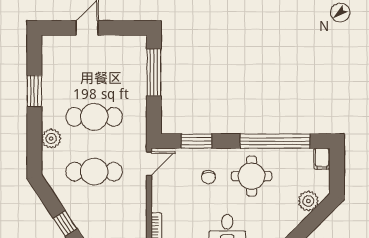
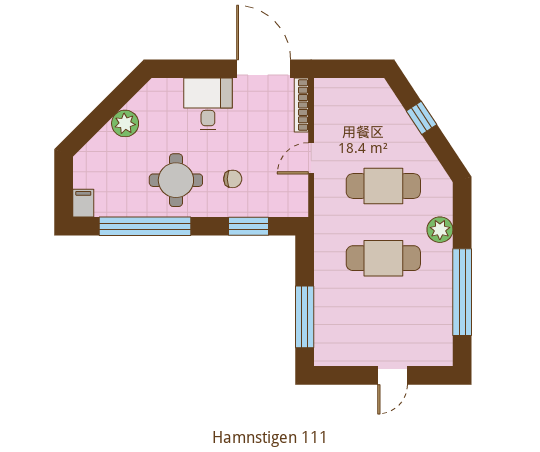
window: (34, 91) -> (462, 292), width x2.11
door: (149, 164) -> (311, 158), moved
chair: (208, 177) -> (233, 179), turned 90
plant: (308, 201) -> (125, 123), moved

